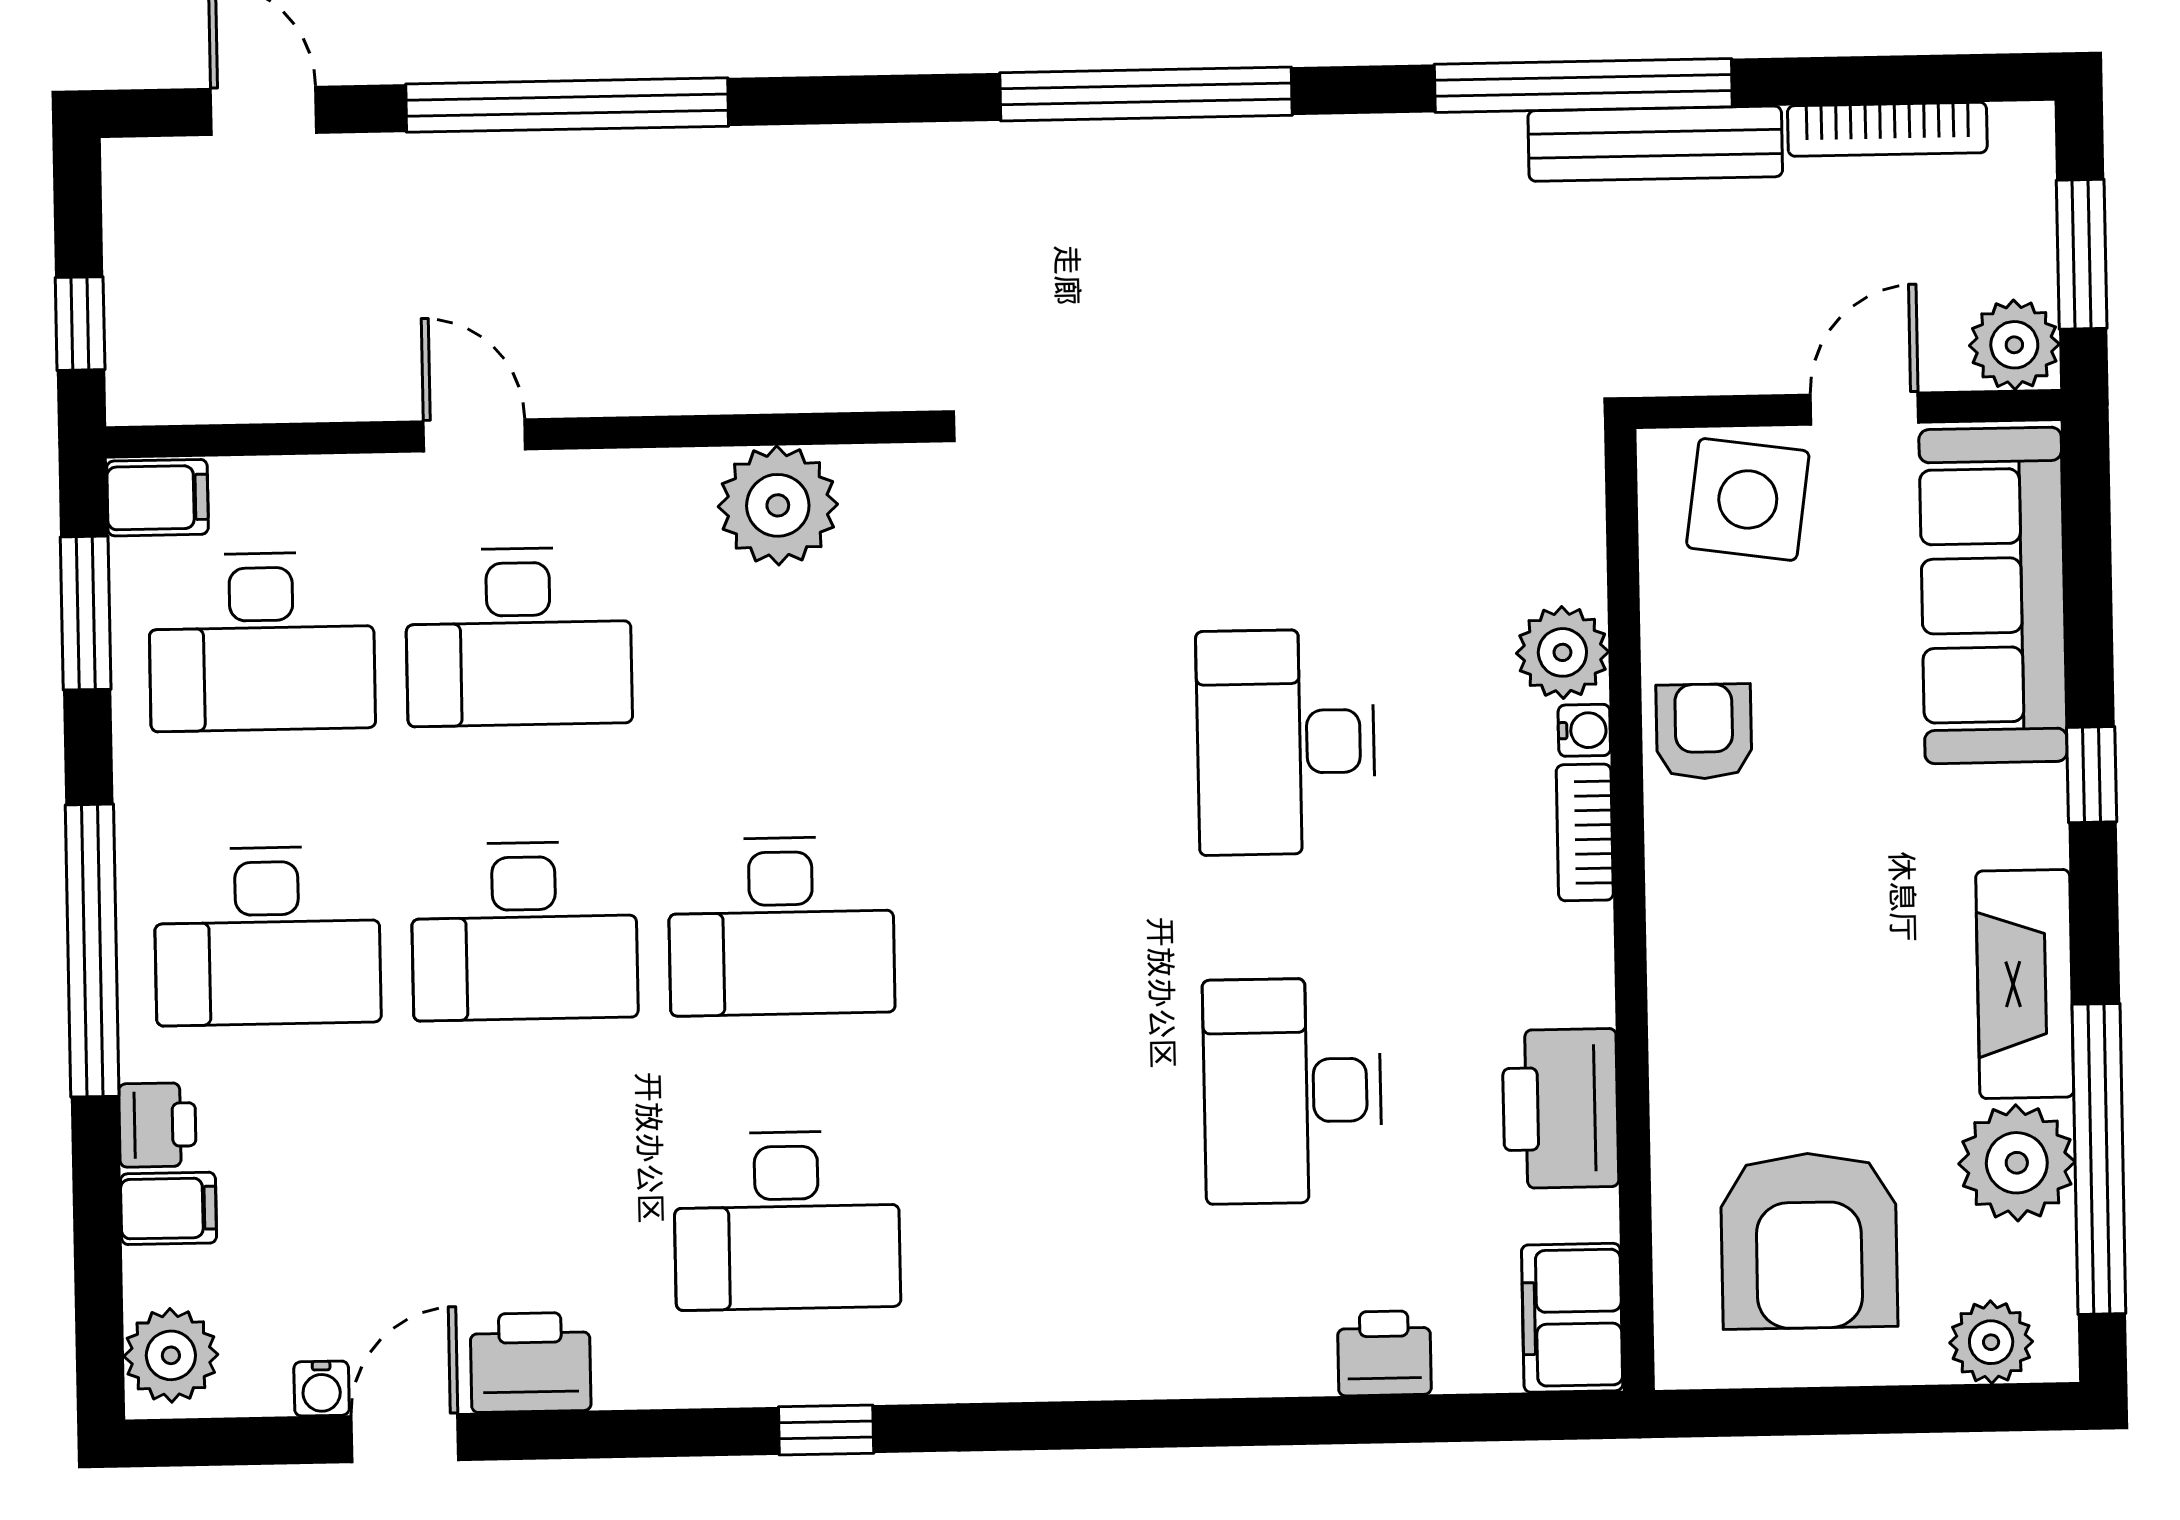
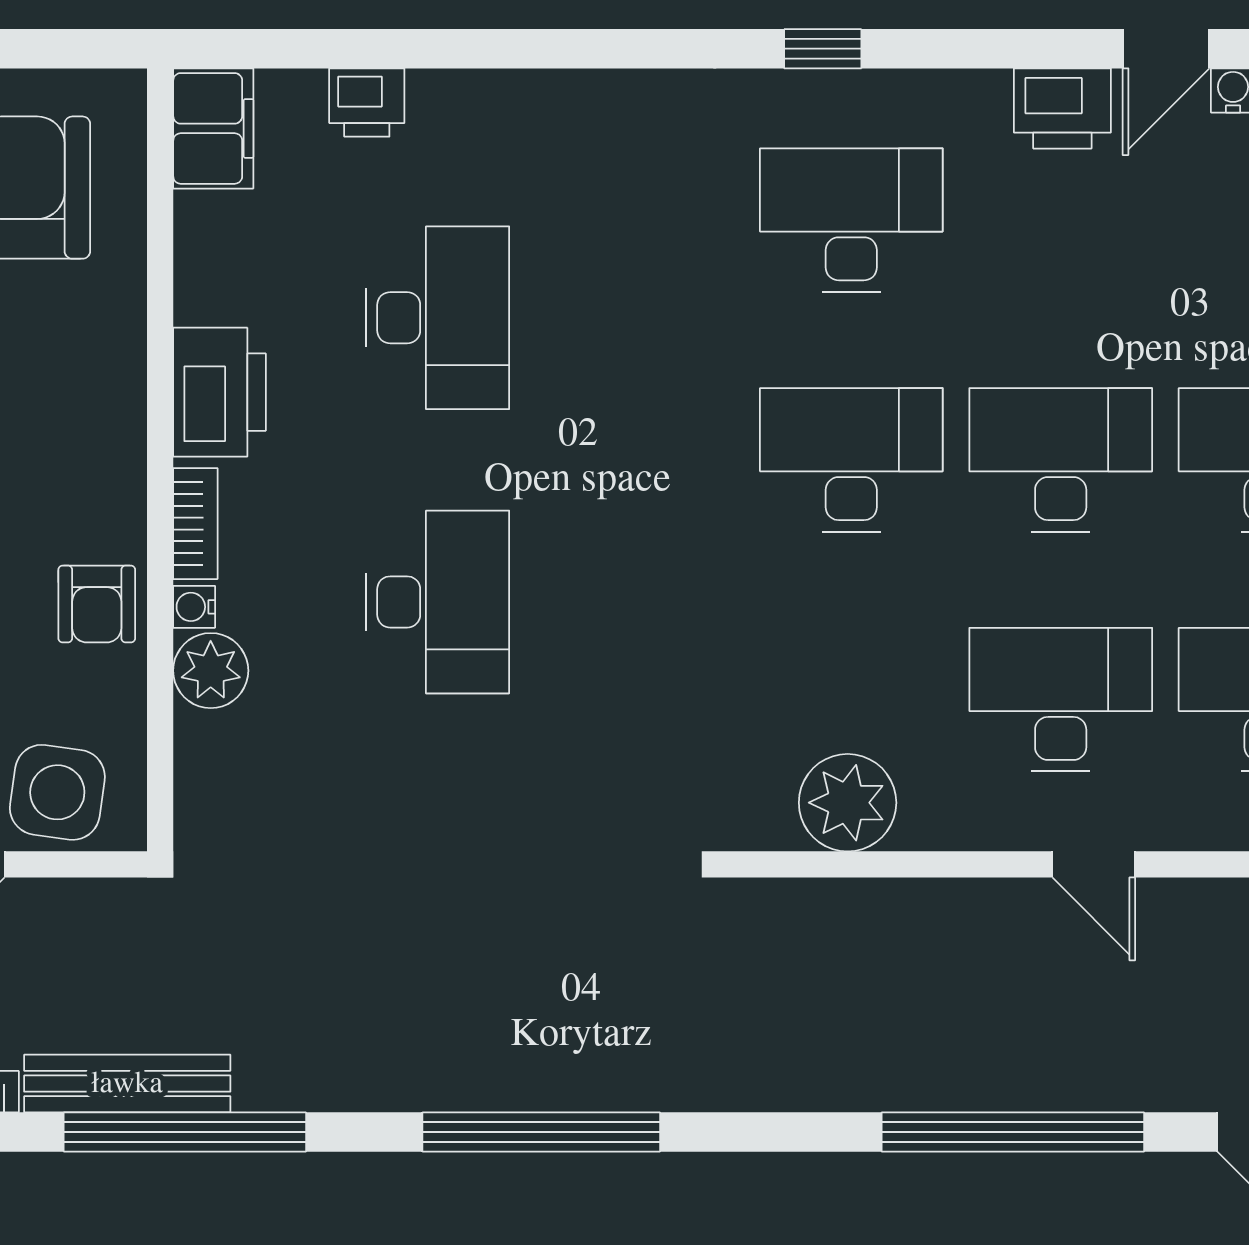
printer: (1560, 1108) -> (219, 392), moved

